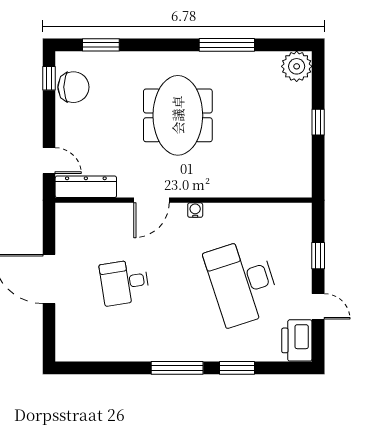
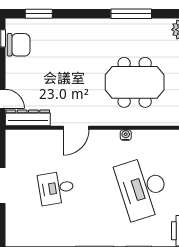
meeting table: (178, 115) -> (135, 82), moved, turned 90
water cooler: (195, 210) -> (126, 135), moved

